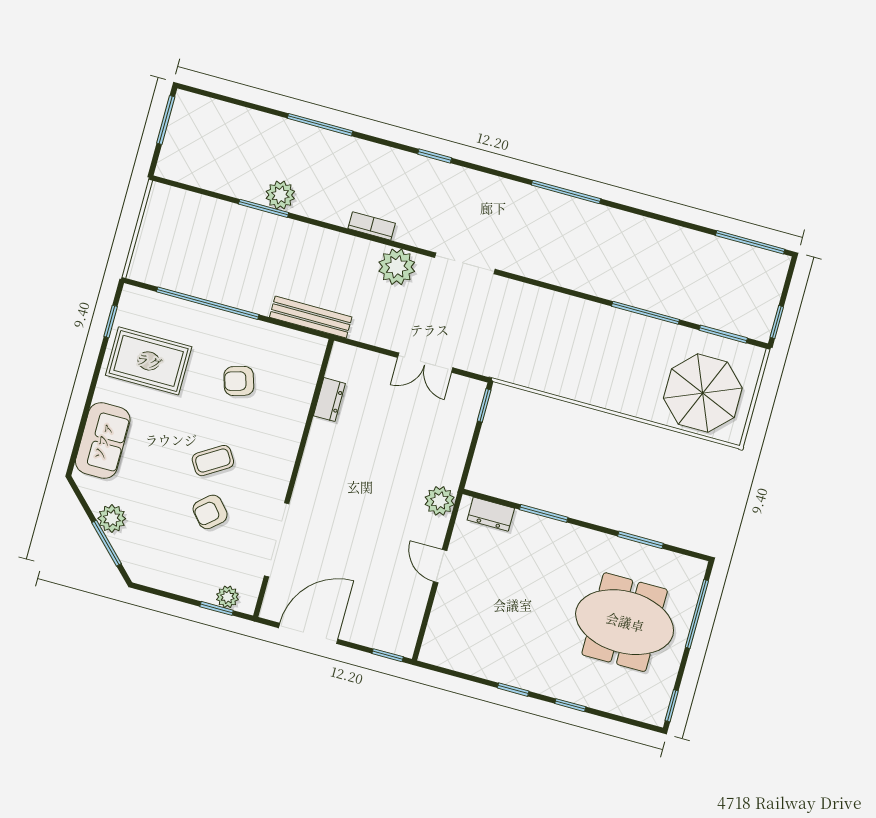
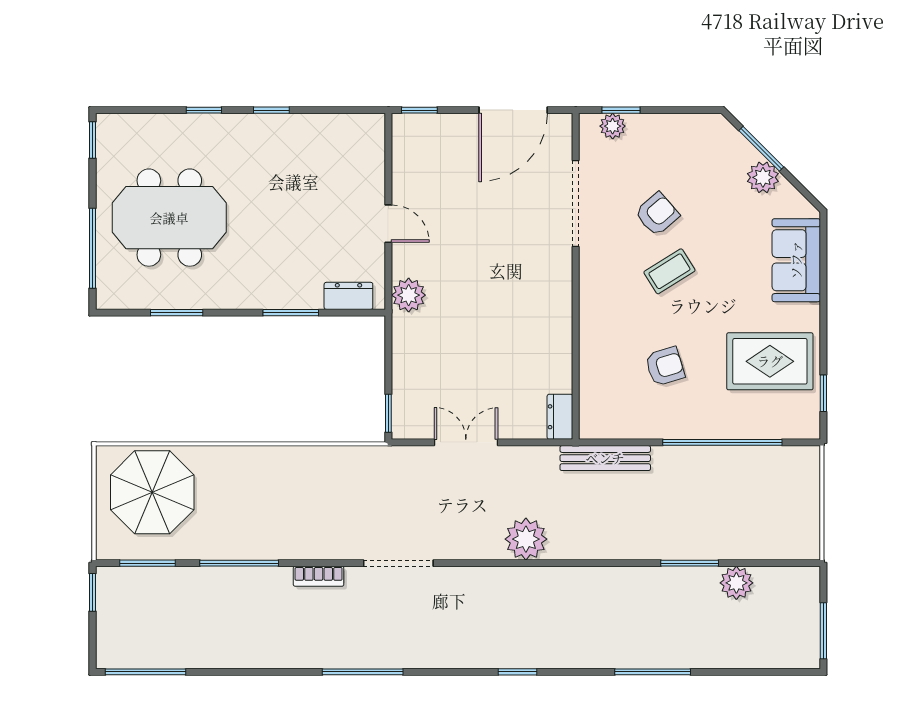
plant: (280, 195) -> (736, 583), moved
bookcase: (372, 226) -> (319, 576), moved
doorway: (465, 263) -> (398, 563), moved
dresser: (329, 400) -> (560, 417), moved

